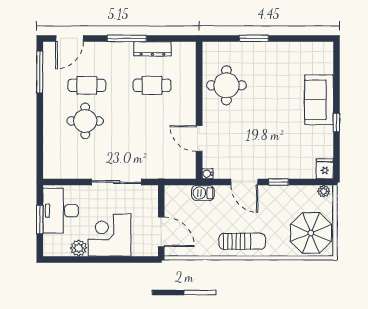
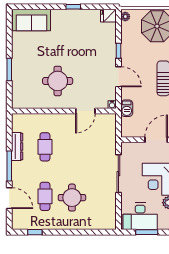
door: (70, 38) -> (9, 198), moved
window: (40, 72) -> (35, 232), width x0.46
round table: (226, 85) -> (58, 81), moved
sofa: (319, 100) -> (31, 20), moved
door: (244, 182) -> (118, 77), hinge flipped

